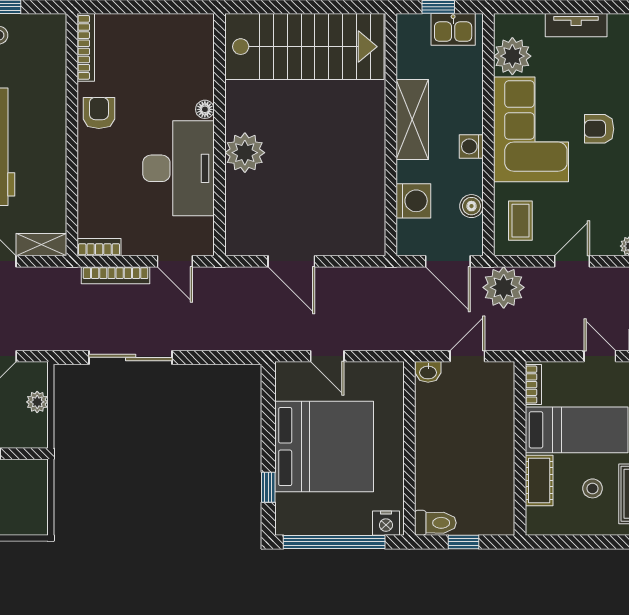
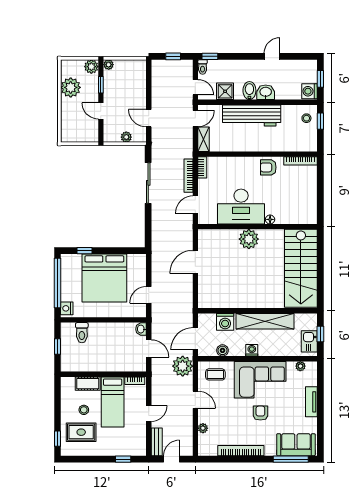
plant: (512, 56) -> (300, 366), width x0.53, depth x0.53
armchair: (99, 113) -> (268, 167), turned 180
shelving: (412, 119) -> (265, 321), width x1.47
door: (327, 356) -> (149, 295), moved
toilet: (435, 523) -> (82, 333), moved

